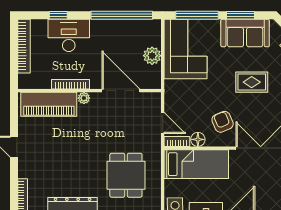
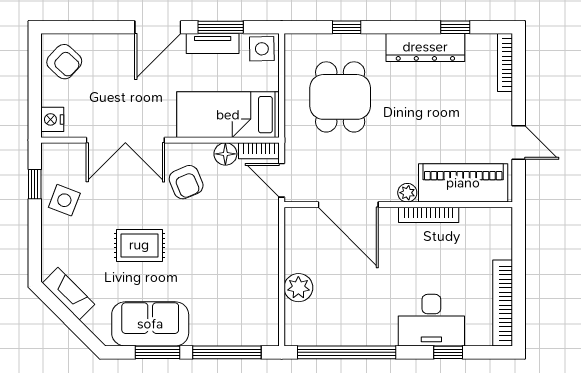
corner sofa: (186, 49) -> (245, 298), removed
bookcase: (71, 84) -> (429, 215), moved
wall: (89, 91) -> (398, 205), moved
door: (121, 91) -> (348, 205), moved
plant: (84, 98) -> (407, 193), moved
piano: (49, 104) -> (463, 183), moved

